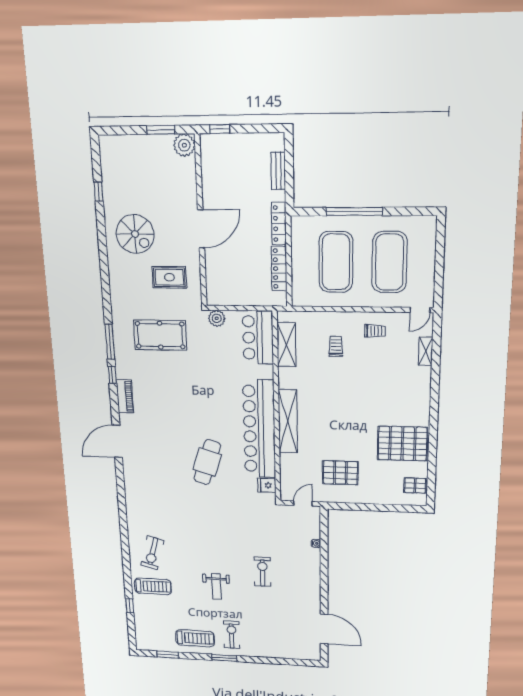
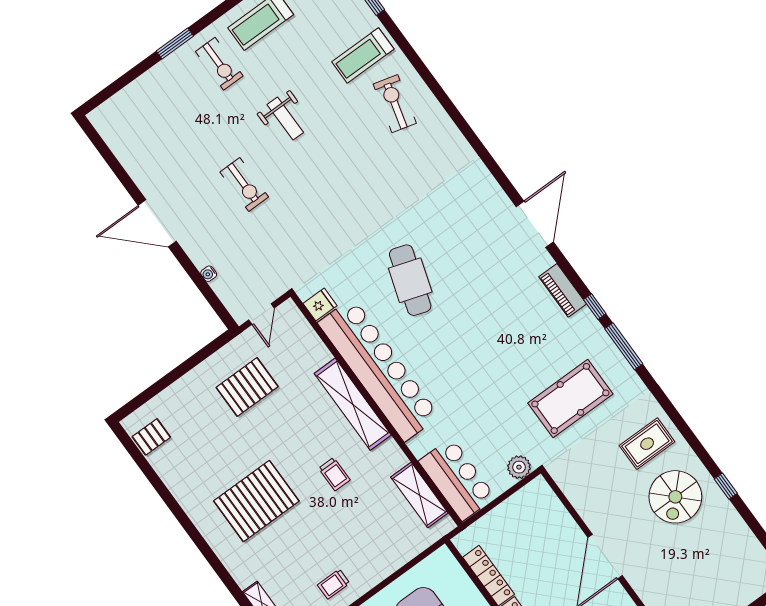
window: (99, 192) -> (726, 486), moved
spiral stairs: (135, 234) -> (675, 497), turned -90
rug: (169, 277) -> (647, 444), moved
trolley: (336, 346) -> (334, 474), moved
pallet: (402, 444) -> (256, 501), moved
weight bench: (216, 586) -> (285, 119), turned 180
door: (324, 629) -> (157, 223), moved
window: (224, 658) -> (175, 43), moved

